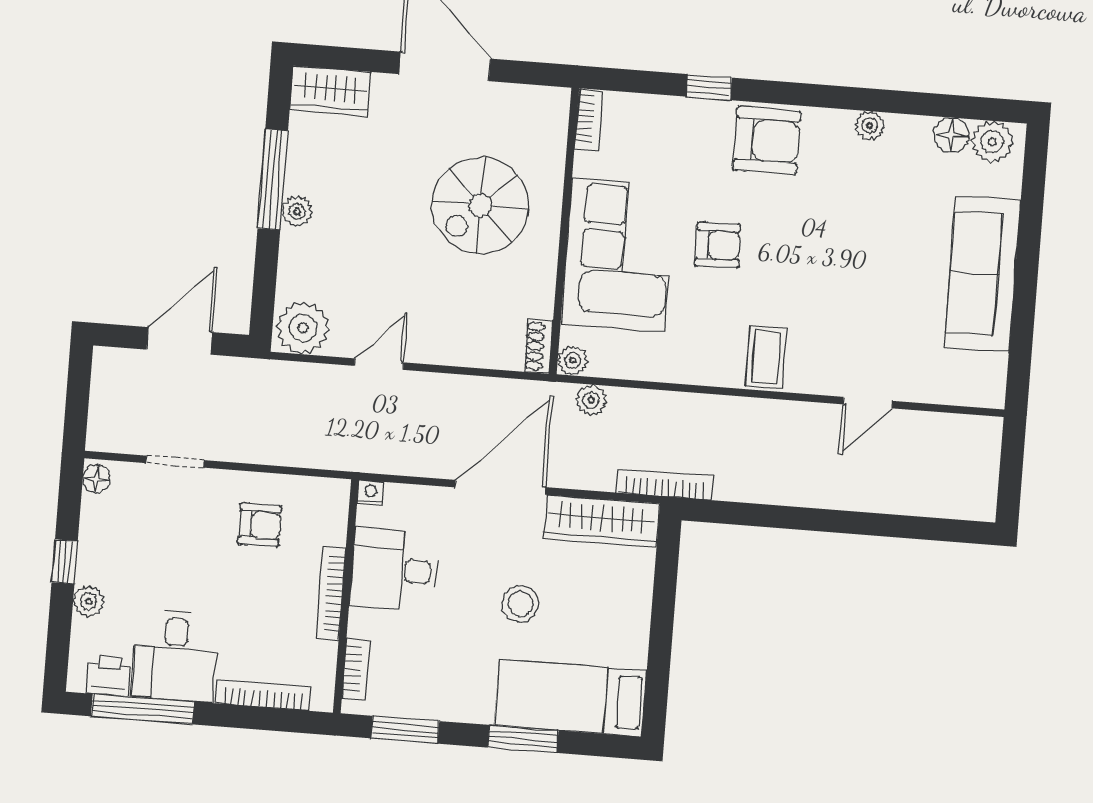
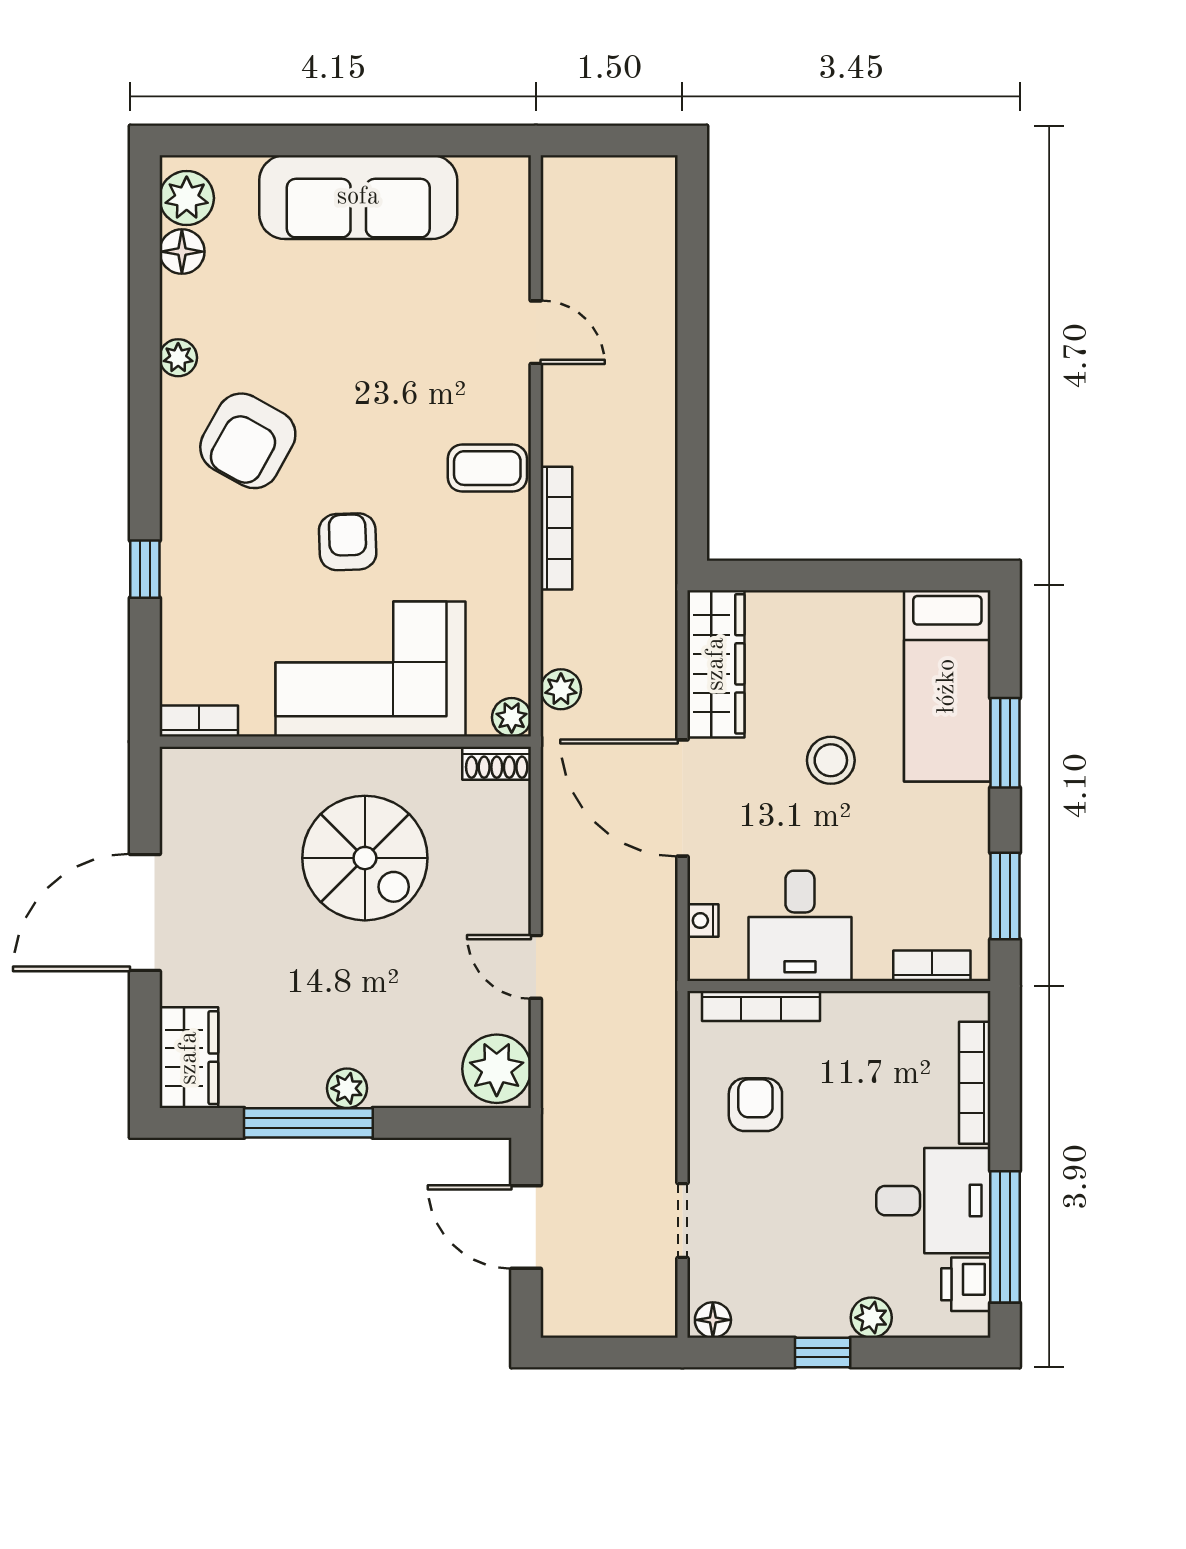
armchair: (767, 141) -> (248, 441), moved, turned -151
spiral stairs: (481, 205) -> (365, 858), moved
bookcase: (665, 484) -> (556, 528), moved, turned 180
nightstand: (371, 493) -> (703, 921), moved
bookcase: (331, 593) -> (761, 1006), moved

